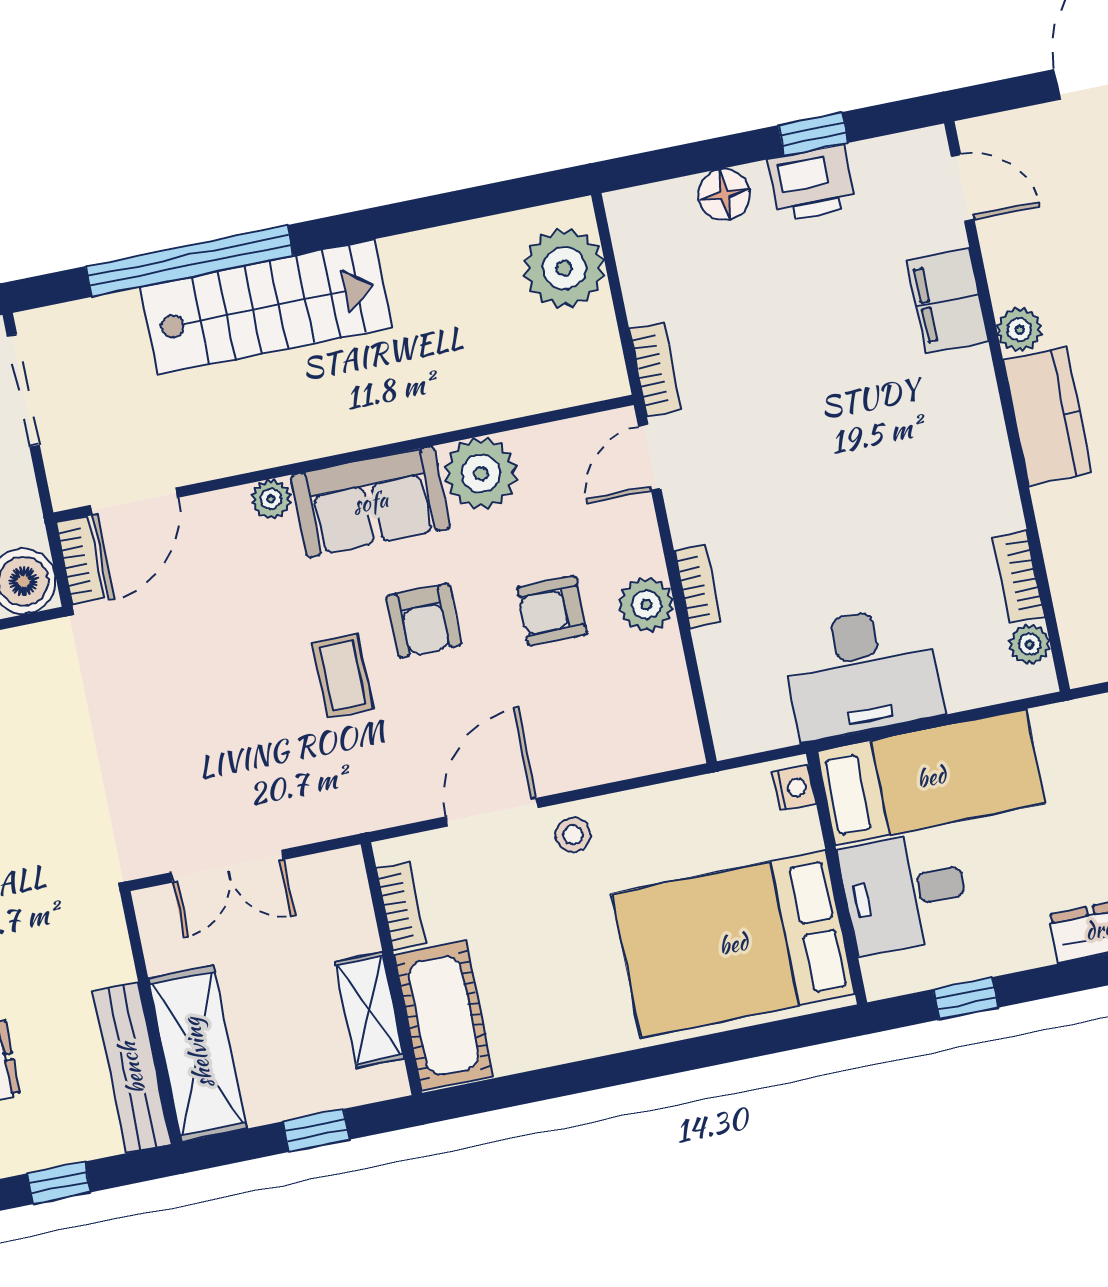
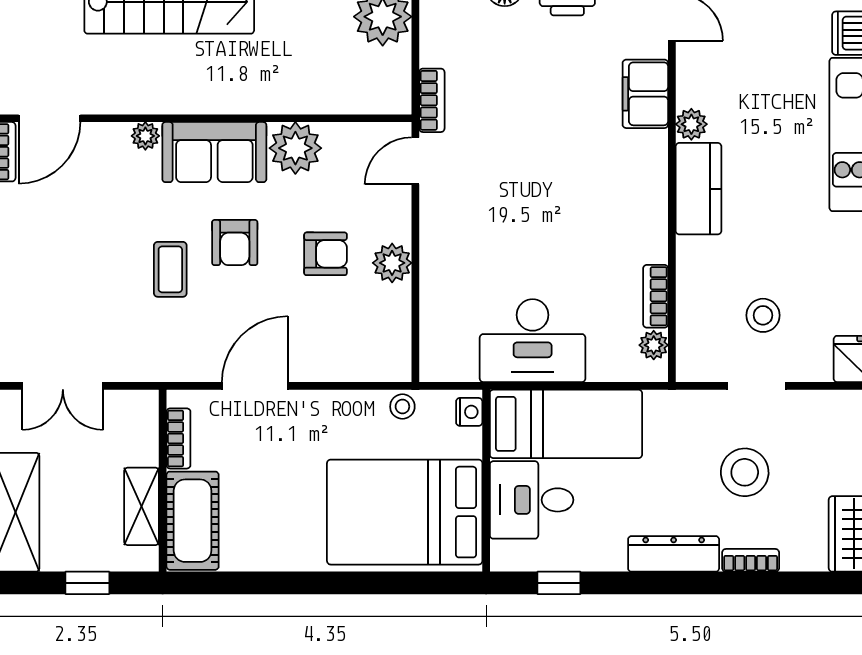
bookcase: (698, 586) -> (431, 258), removed
armchair: (552, 611) -> (326, 254), turned 180
stool: (573, 835) -> (402, 407), moved

